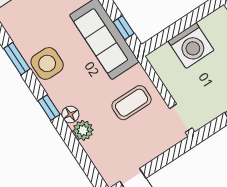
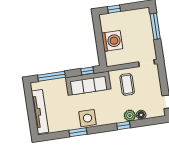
window: (49, 108) -> (123, 125), moved
floor lamp: (70, 114) -> (141, 115), moved

